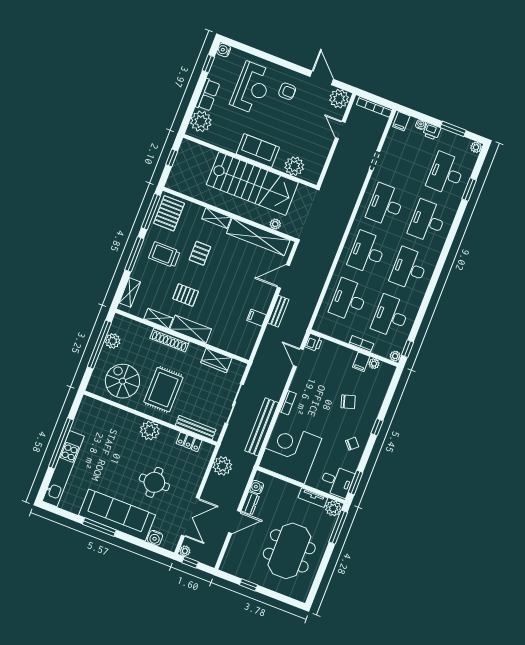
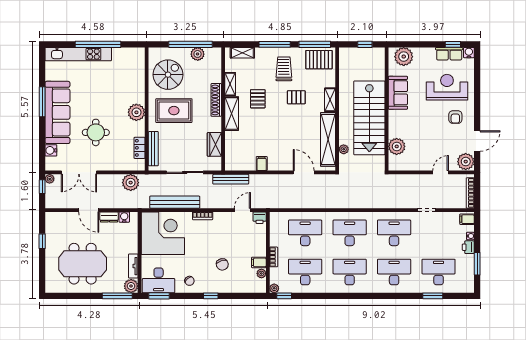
reception desk: (252, 88) -> (447, 87), turned 180
row of seats: (208, 95) -> (449, 54), moved
plant: (476, 147) -> (469, 288), removed
sofa: (258, 151) -> (398, 93), moved
bench: (278, 311) -> (231, 179), moved, width x1.36
desk: (337, 481) -> (159, 280), width x1.37

